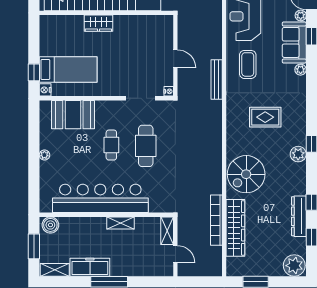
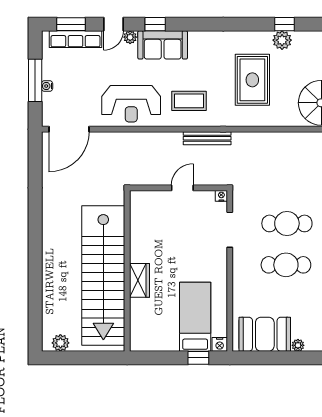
plant: (301, 70) -> (195, 37), removed
booth: (73, 115) -> (265, 334), moved, turned 90
rug: (265, 117) -> (252, 80), width x1.36, depth x1.43
cafe table: (111, 145) -> (286, 265), width x1.37, depth x1.35
plant: (298, 154) -> (282, 40), moved

